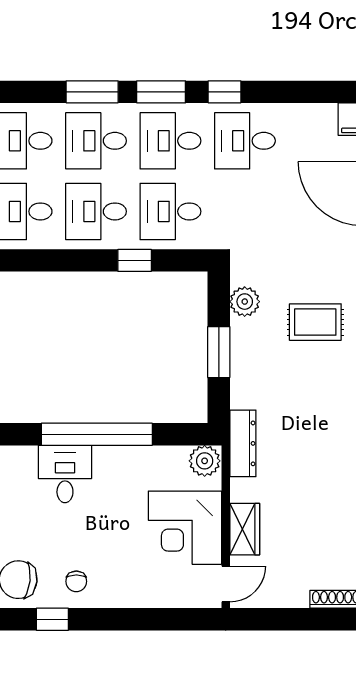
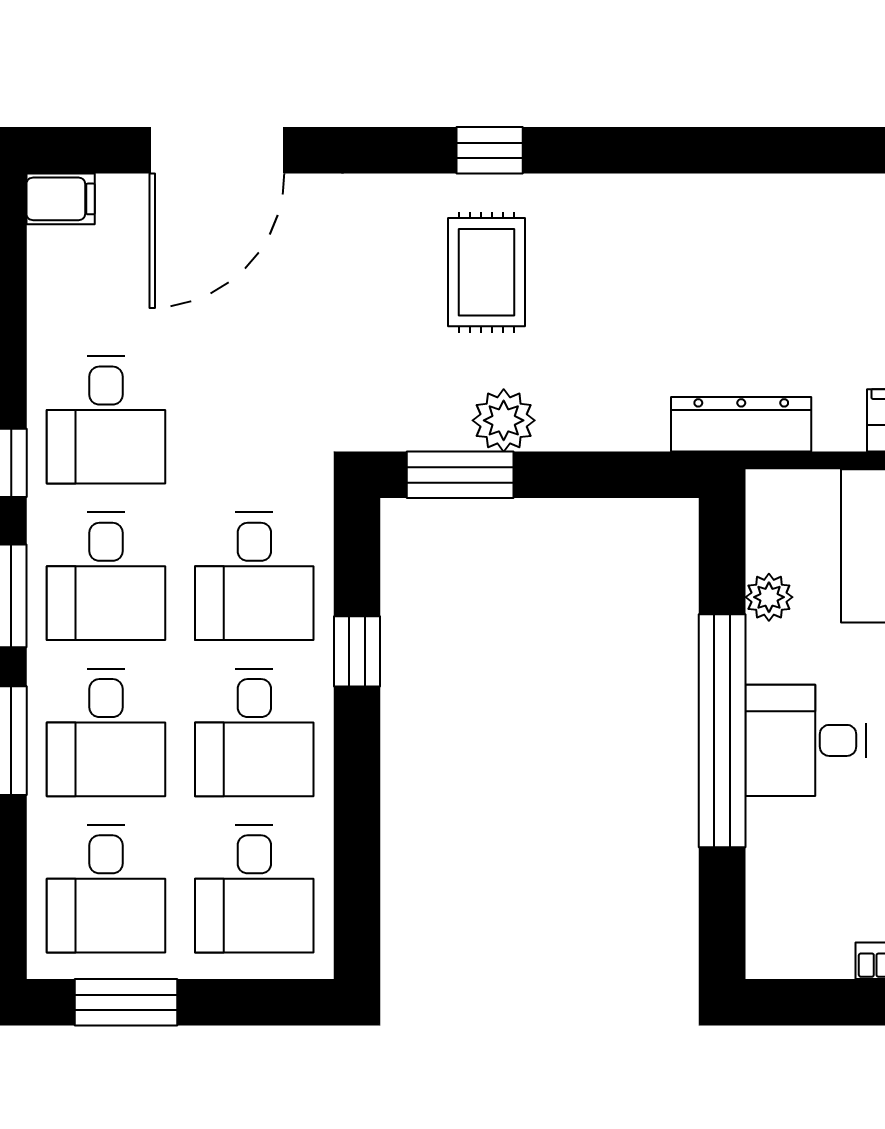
plant: (245, 302) -> (504, 420), moved
window: (219, 352) -> (460, 475), moved
plant: (205, 461) -> (769, 597), moved, width x0.73, depth x0.73
desk: (65, 474) -> (806, 740), moved

